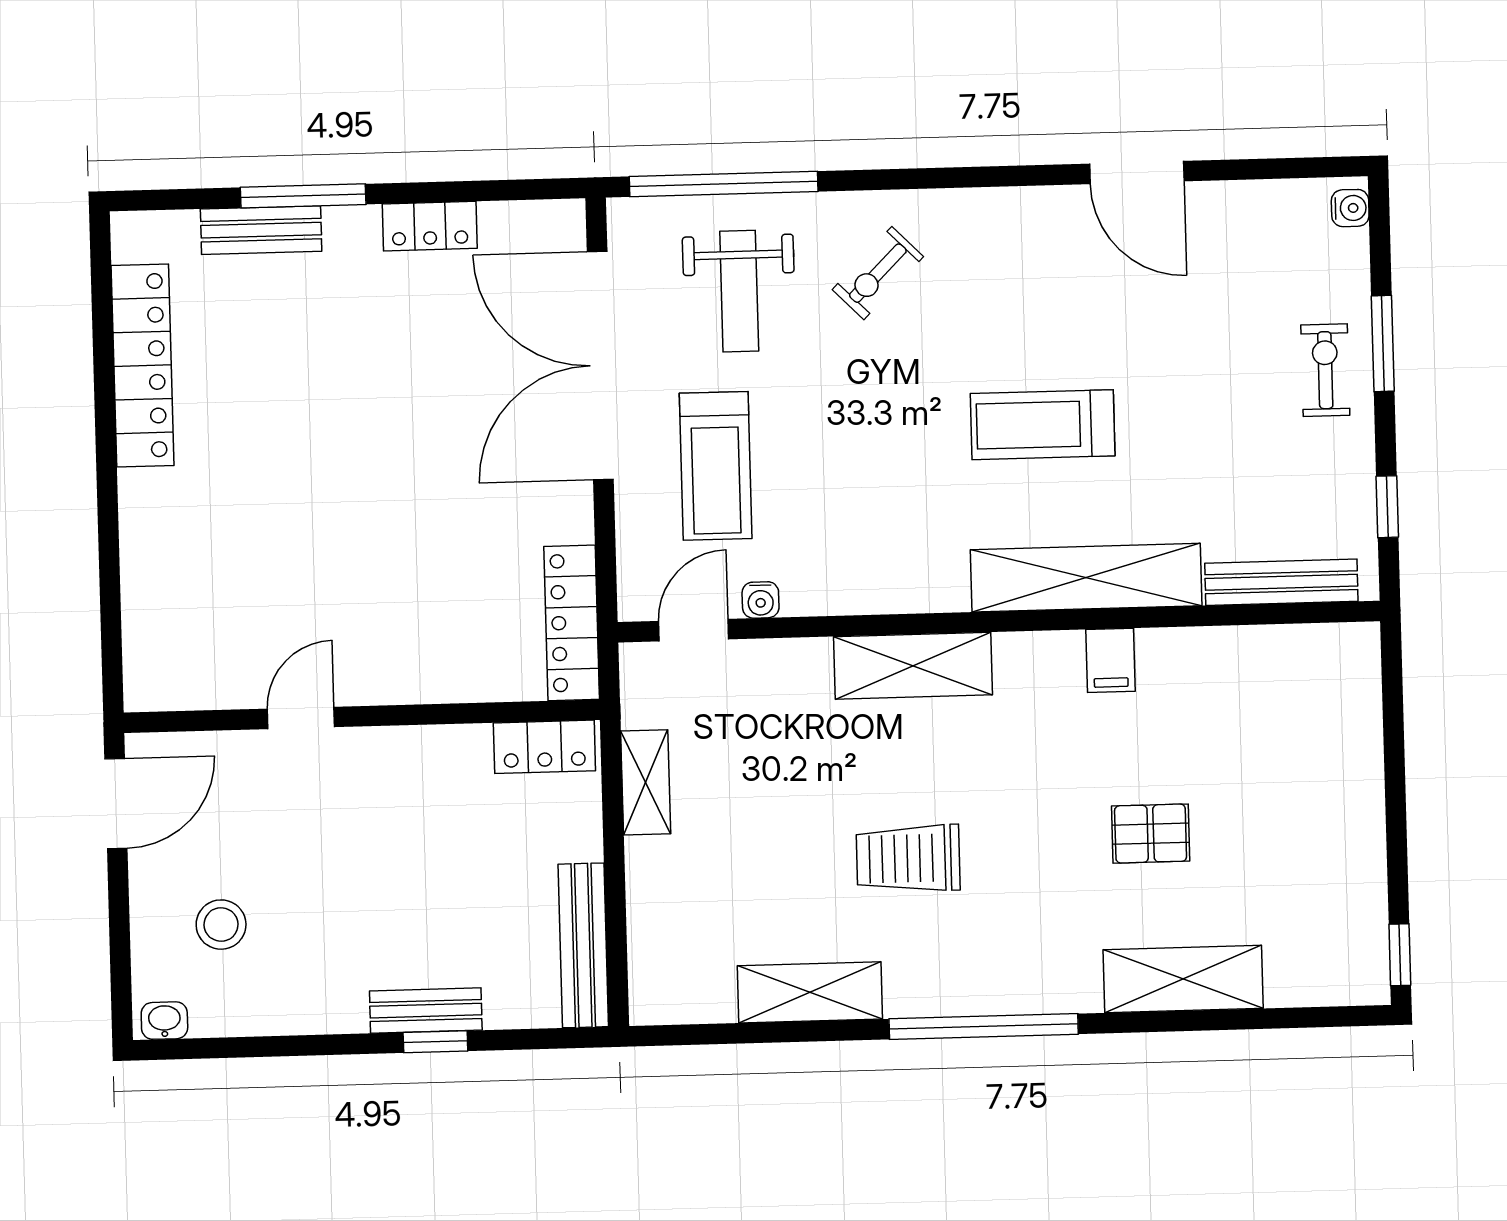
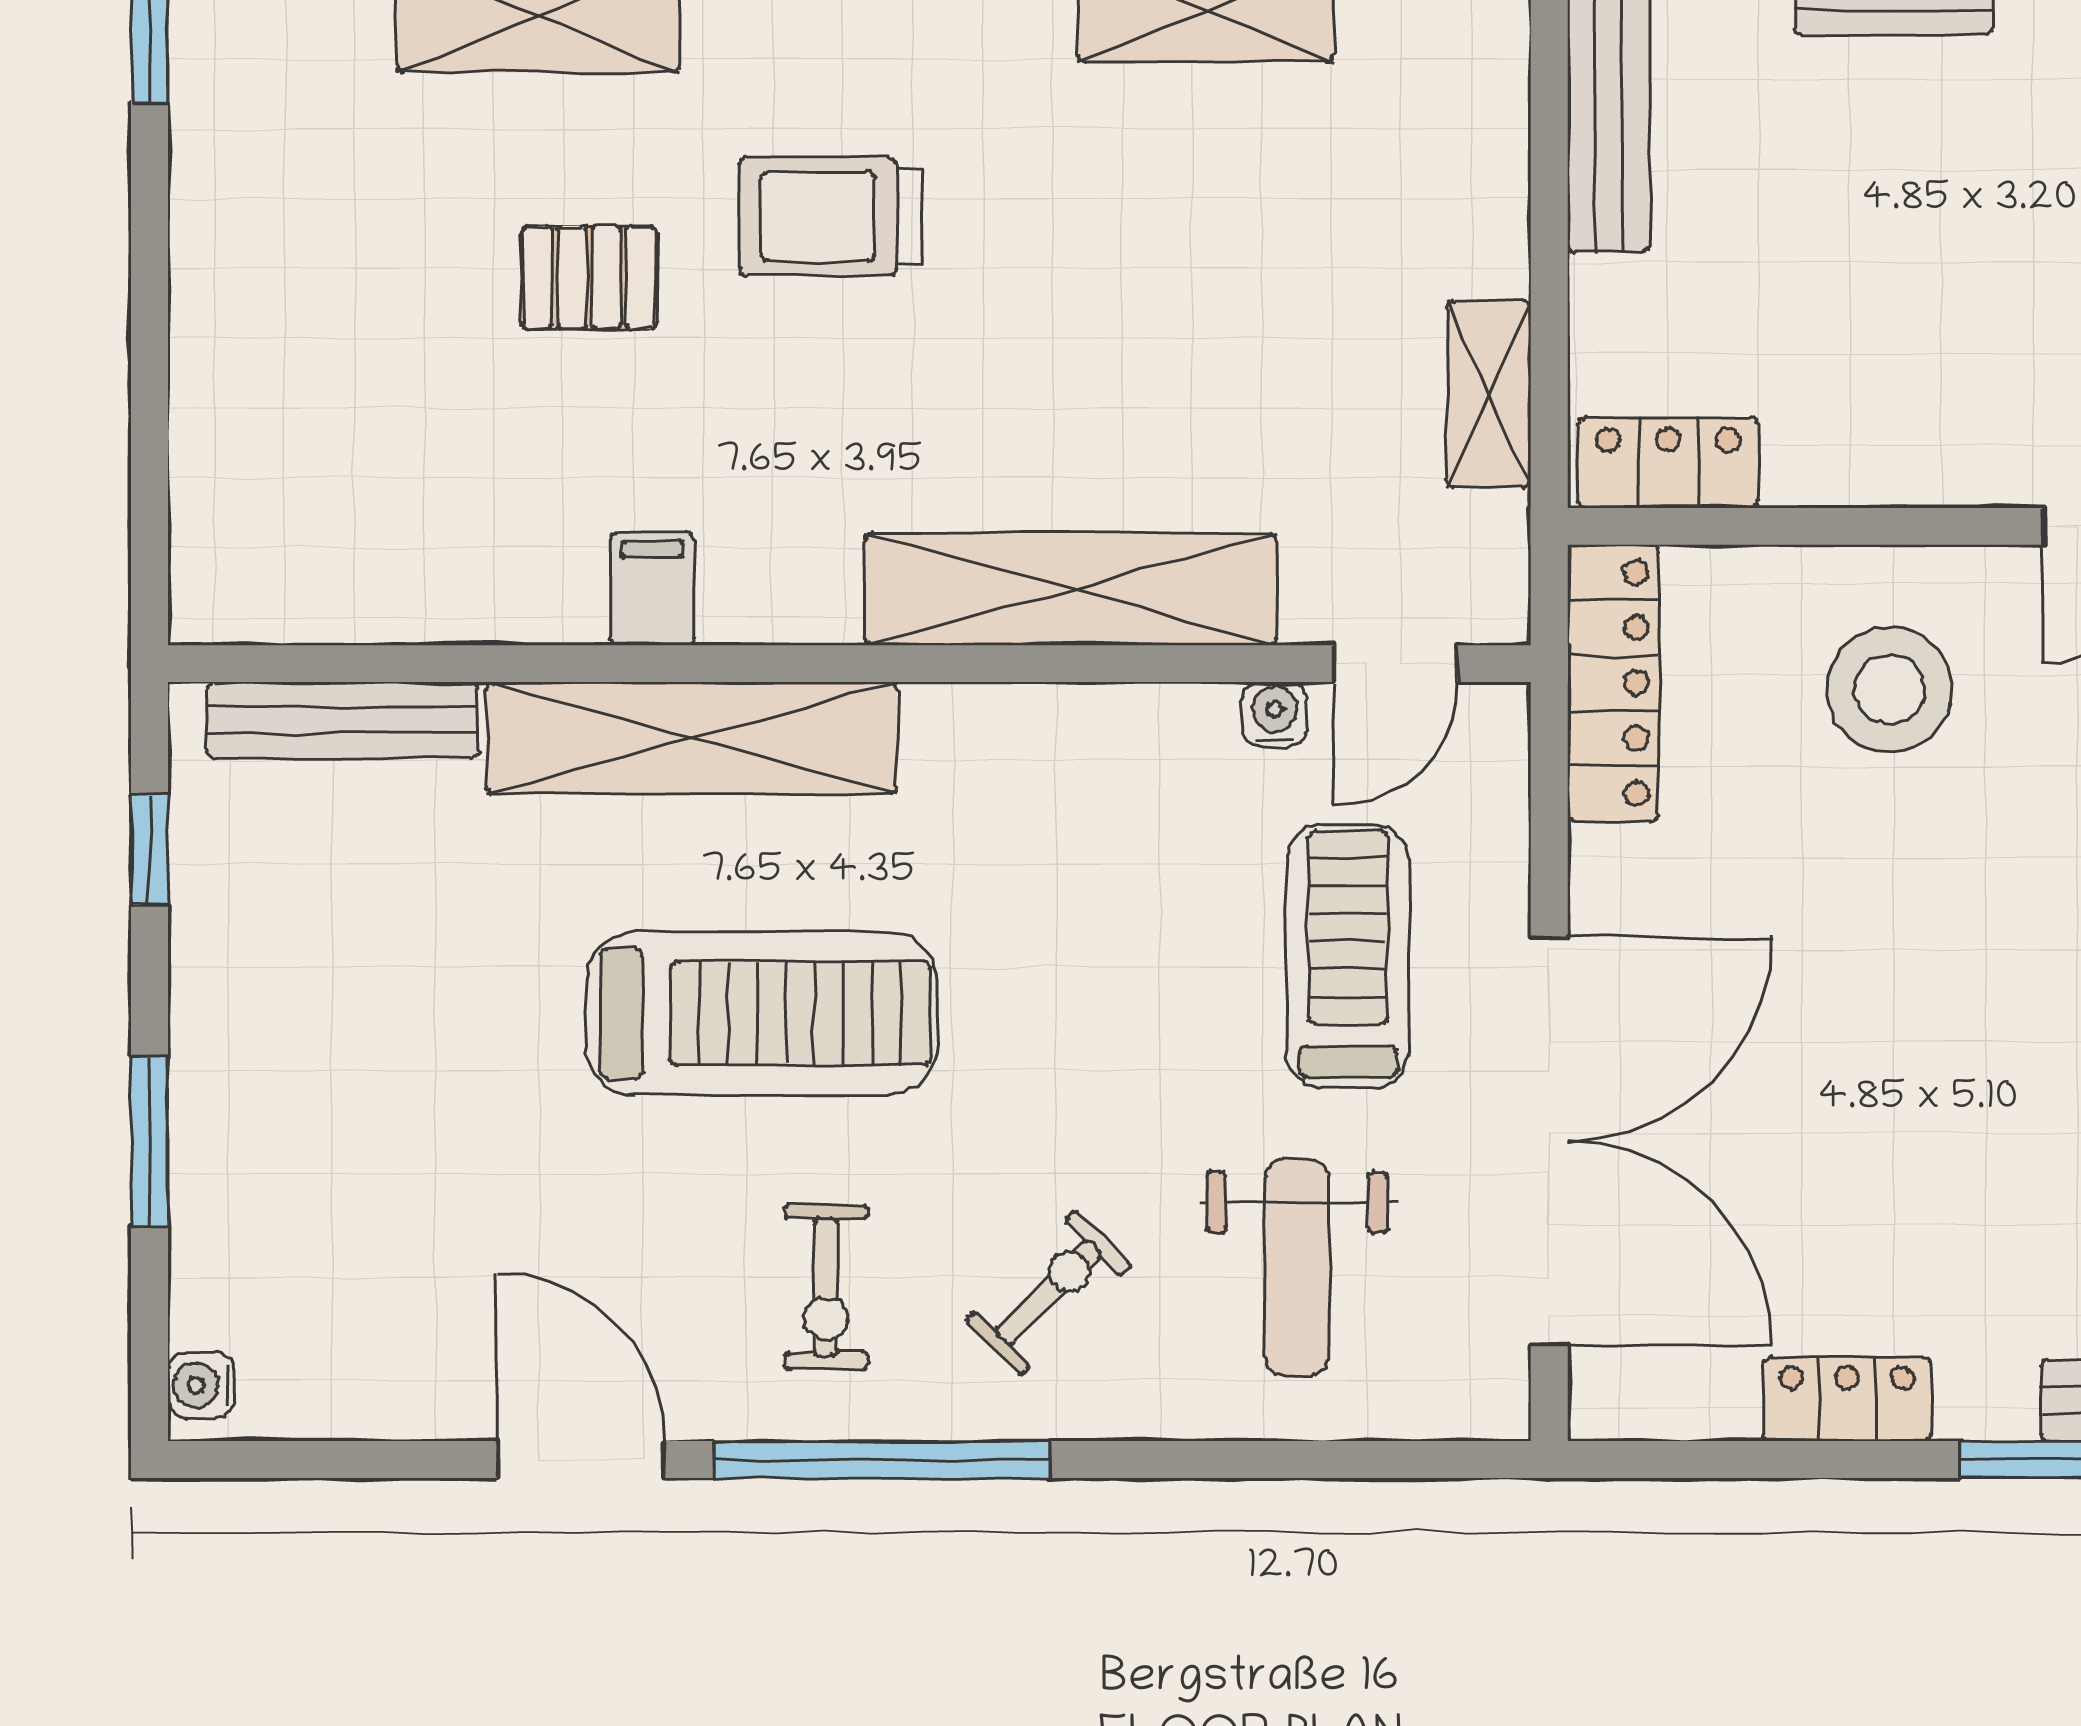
window: (724, 184) -> (881, 1460), moved
weight bench: (739, 291) -> (1297, 1267), turned 180
exercise bike: (1325, 370) -> (826, 1287), moved
treadmill: (1043, 425) -> (762, 1013), width x1.37, depth x1.38
stool: (417, 623) -> (1889, 689), added
shelving: (913, 666) -> (1071, 589), width x1.47
trolley: (908, 858) -> (831, 216), moved, turned 180

